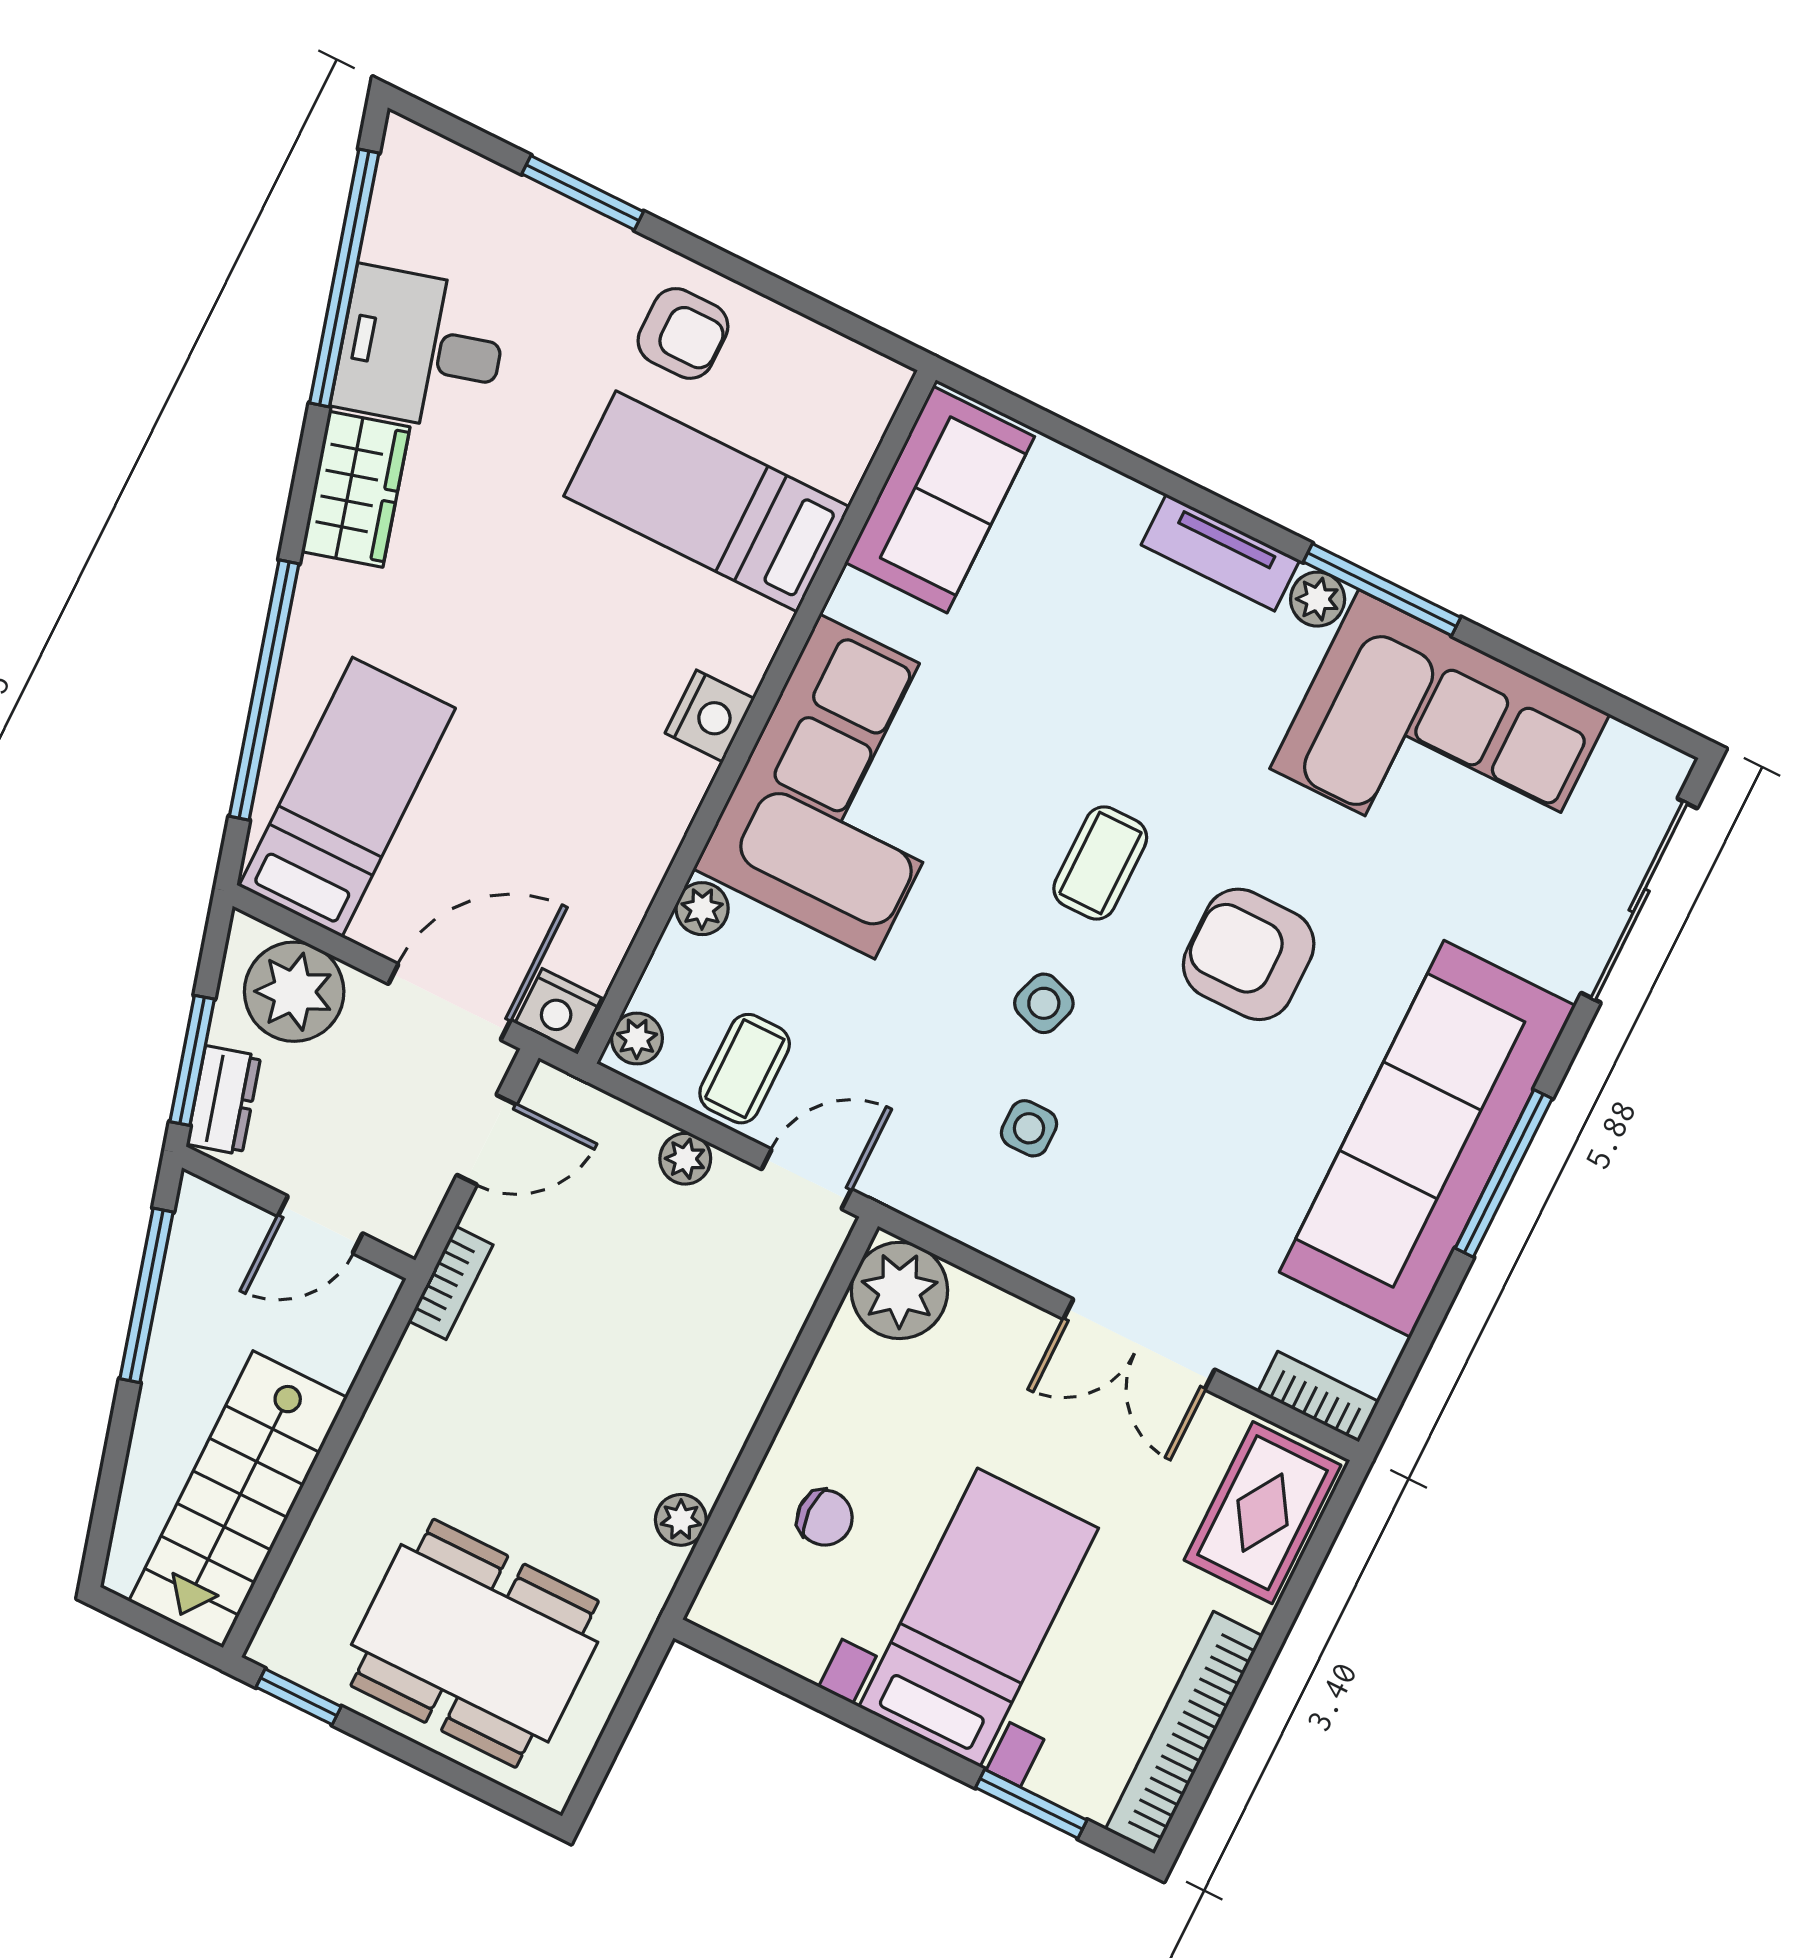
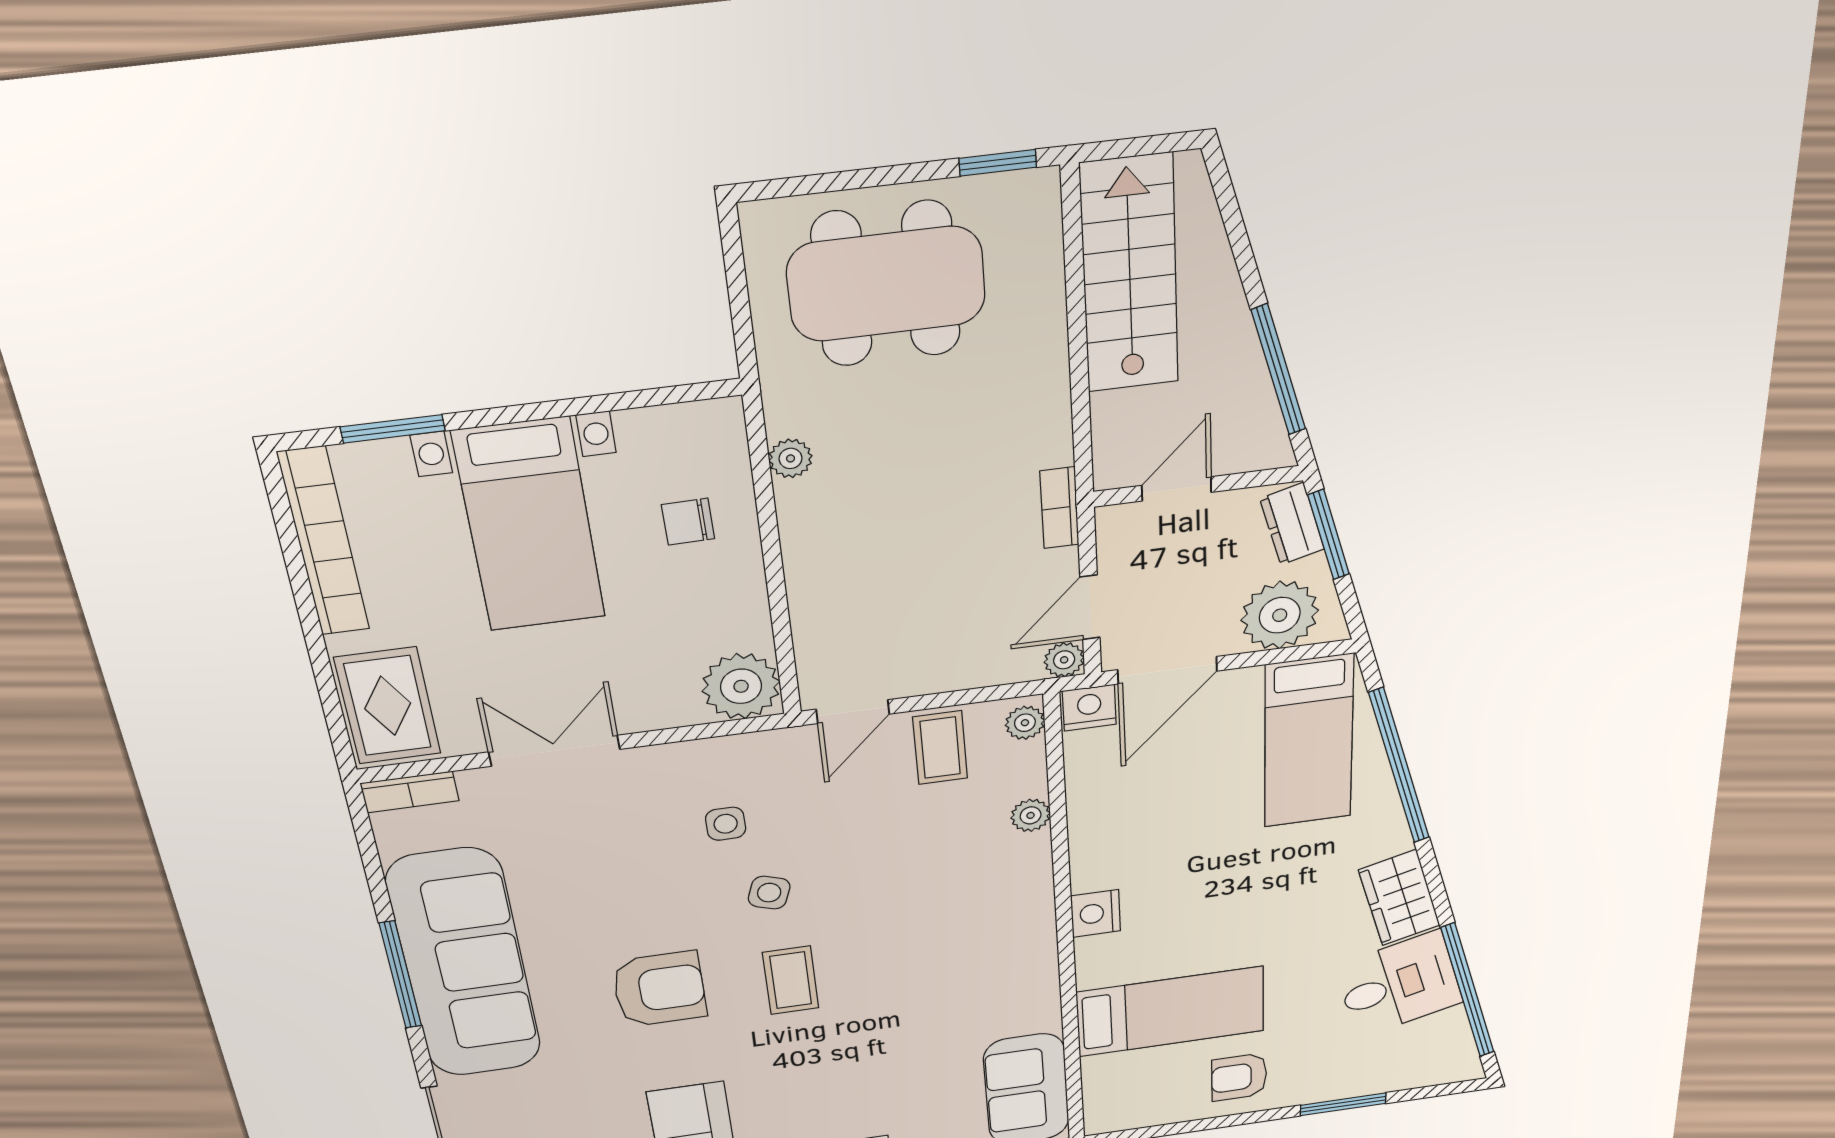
corner sofa: (847, 787) -> (981, 928), removed
plant: (685, 1159) -> (1064, 660), moved

